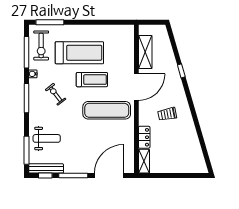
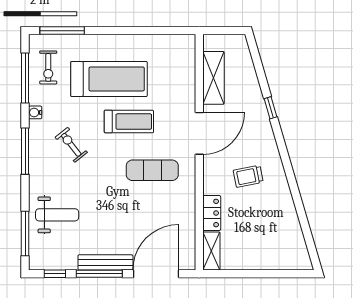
exercise bike: (41, 45) -> (48, 67), width x0.73, depth x0.72
exercise mat: (107, 110) -> (152, 170), width x0.73, depth x0.69
bench: (46, 168) -> (105, 262), moved

